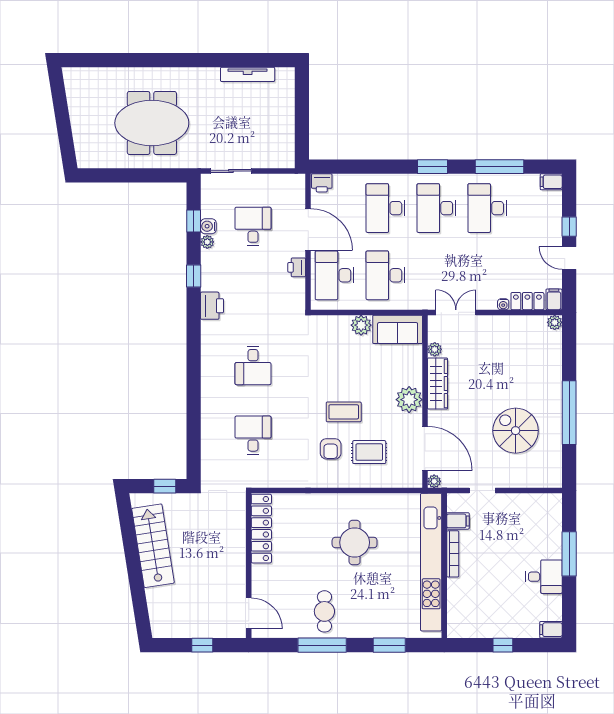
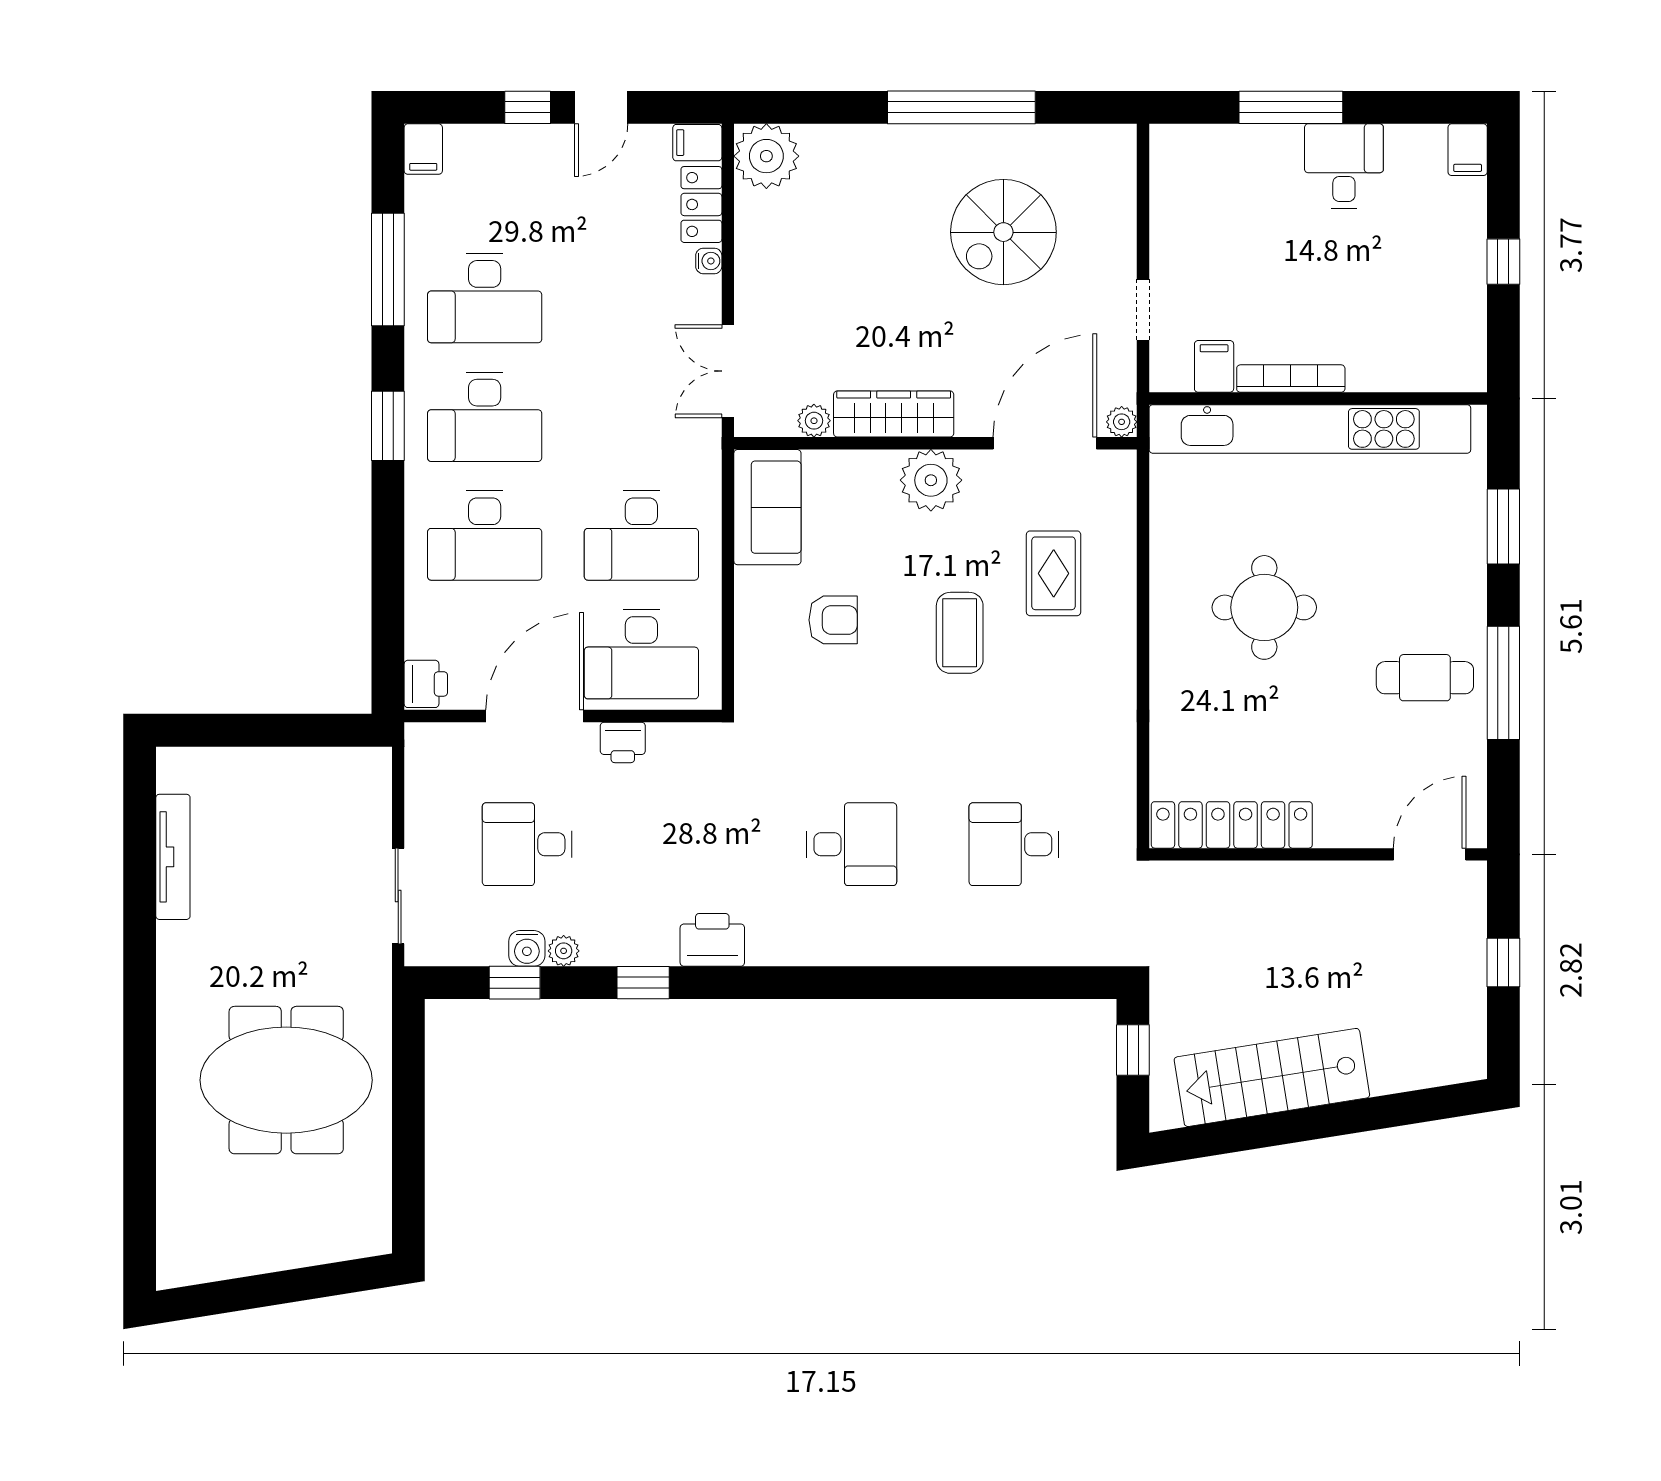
meeting table: (152, 123) -> (286, 1080), turned 90
plant: (555, 322) -> (766, 156), width x1.88, depth x1.88
plant: (361, 325) -> (758, 592), removed
armchair: (331, 449) -> (833, 620), moved

